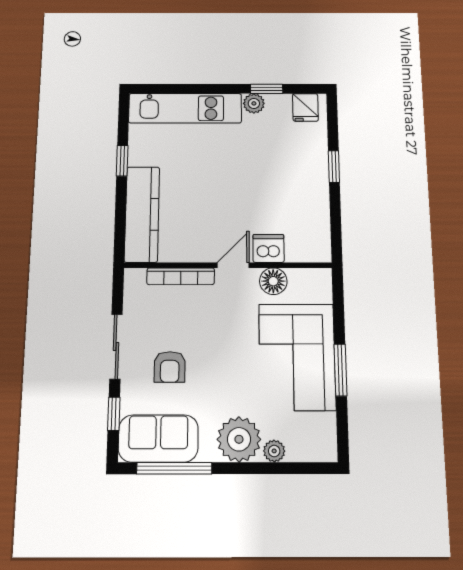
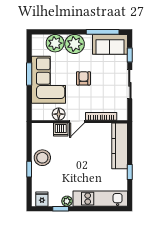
stool: (307, 190) -> (42, 158), added
armchair: (170, 367) -> (84, 78), moved
plant: (274, 451) -> (55, 43), width x1.87, depth x1.87

